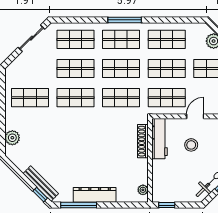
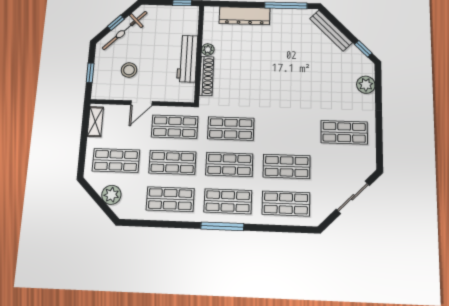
sliding door: (31, 38) -> (353, 197), moved
shop shelf: (76, 98) -> (287, 130), removed
workbench: (160, 139) -> (187, 59), moved
stool: (191, 145) -> (129, 70), moved
plant: (143, 190) -> (208, 50), moved
window: (40, 195) -> (363, 49), moved
dresser: (95, 195) -> (245, 16), moved

